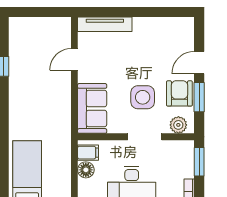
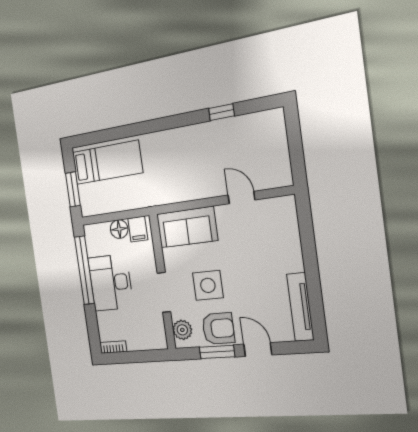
tv unit: (105, 24) -> (300, 307), moved
window: (199, 162) -> (146, 356), removed

